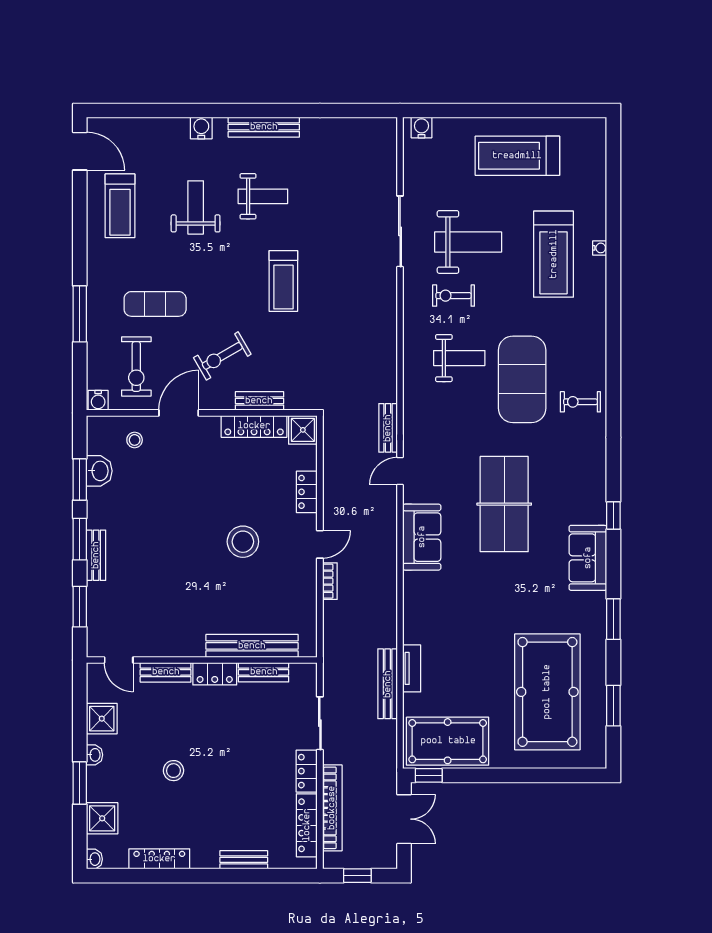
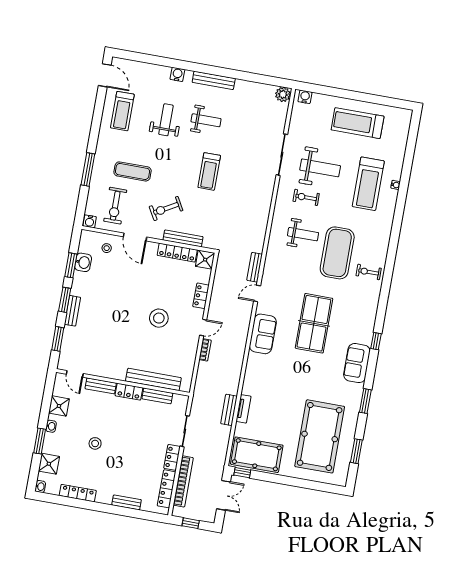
plant: (384, 130) -> (283, 94), added
bench: (259, 401) -> (183, 238), width x1.36
door: (179, 413) -> (135, 237), swing flipped
bench: (388, 684) -> (229, 410), width x0.73

